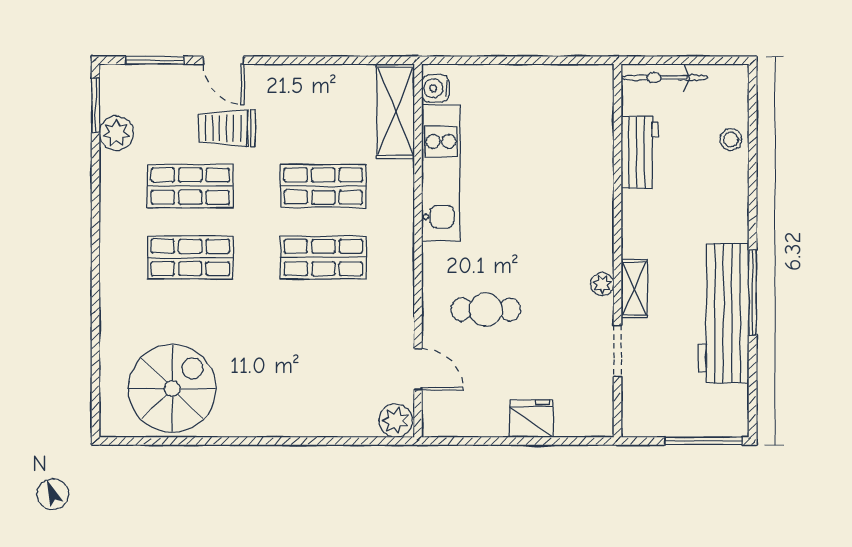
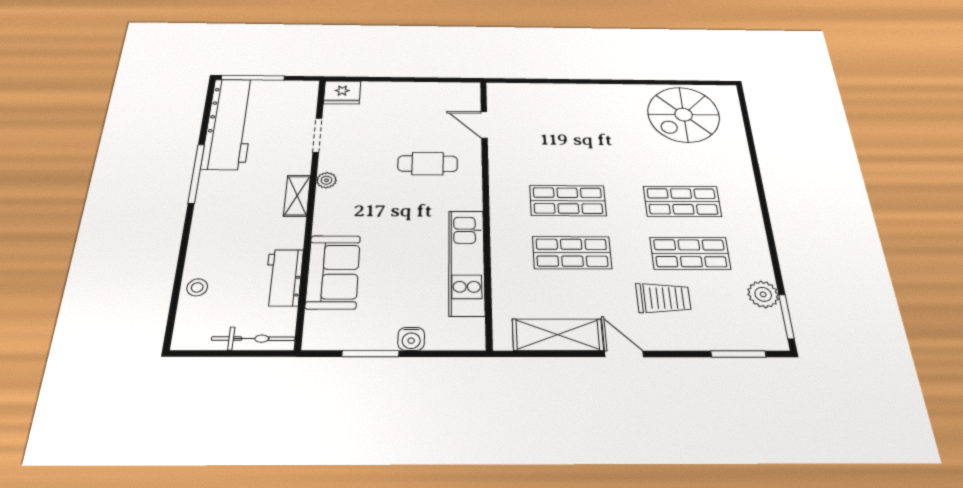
door: (224, 60) -> (624, 354), moved
window: (542, 60) -> (370, 354), added
water cooler: (435, 88) -> (411, 339), moved, turned 90
shelving: (395, 111) -> (558, 335), moved, turned 90
sofa: (587, 160) -> (333, 272), added
shelving: (634, 289) -> (297, 196), moved
workbench: (724, 313) -> (229, 123), moved
fridge: (531, 419) -> (342, 92), moved
plant: (396, 421) -> (501, 93), removed

